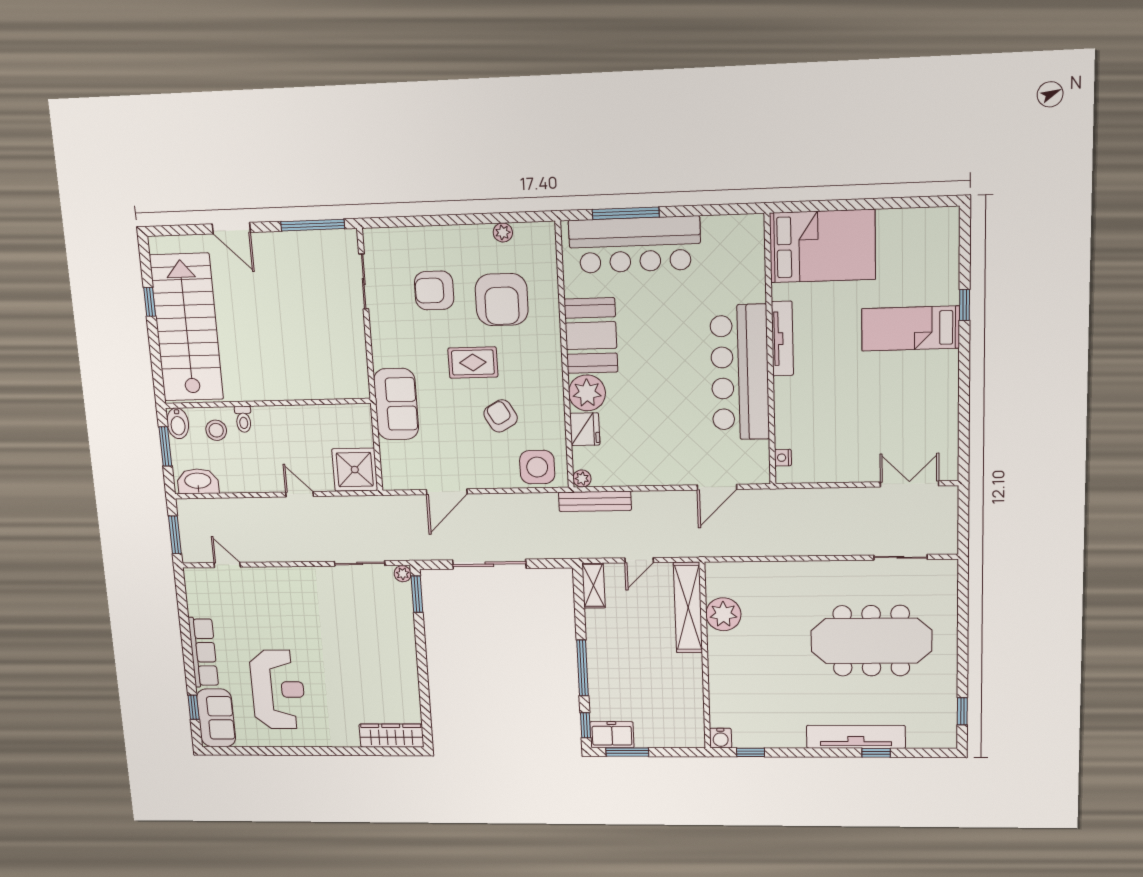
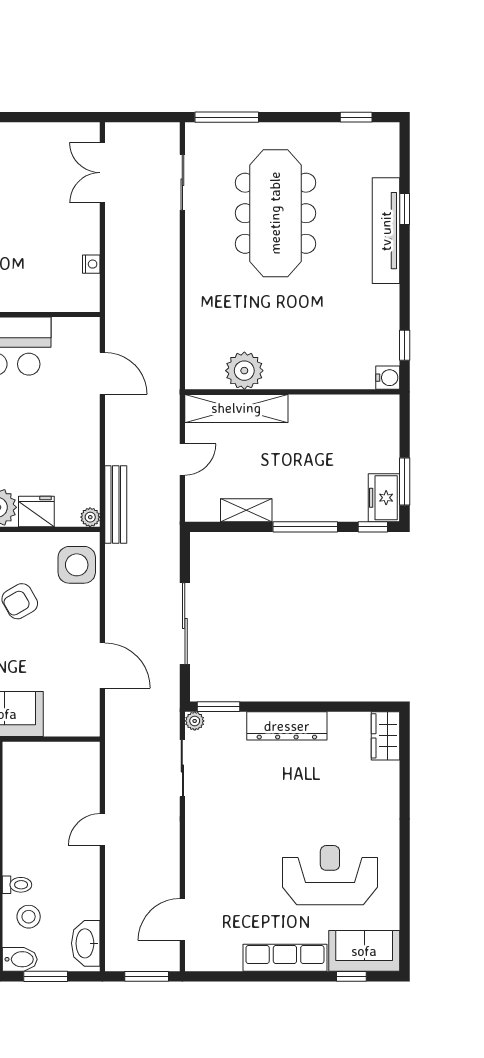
nightstand: (783, 458) -> (91, 264), moved, turned -90
shower: (355, 470) -> (76, 765), removed
door: (639, 560) -> (182, 459), hinge flipped
door: (227, 565) -> (182, 920), width x1.38
shelving: (594, 586) -> (246, 510), moved
window: (963, 597) -> (227, 117), added
dresser: (404, 653) -> (287, 726), added
wardrobe: (391, 736) -> (385, 736), width x0.67

